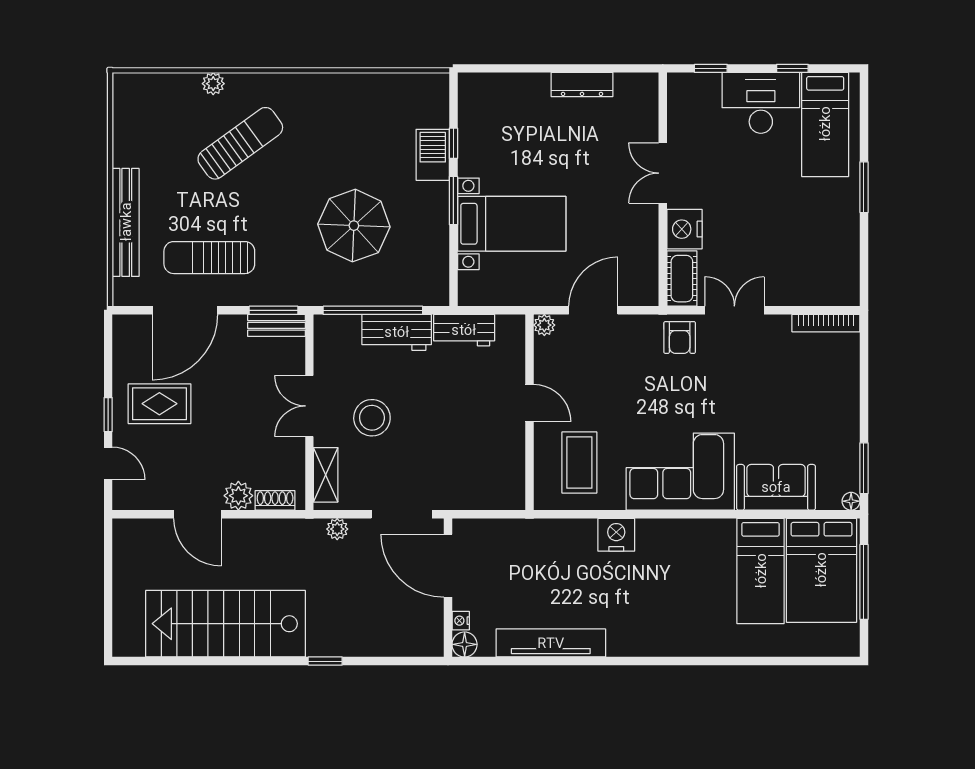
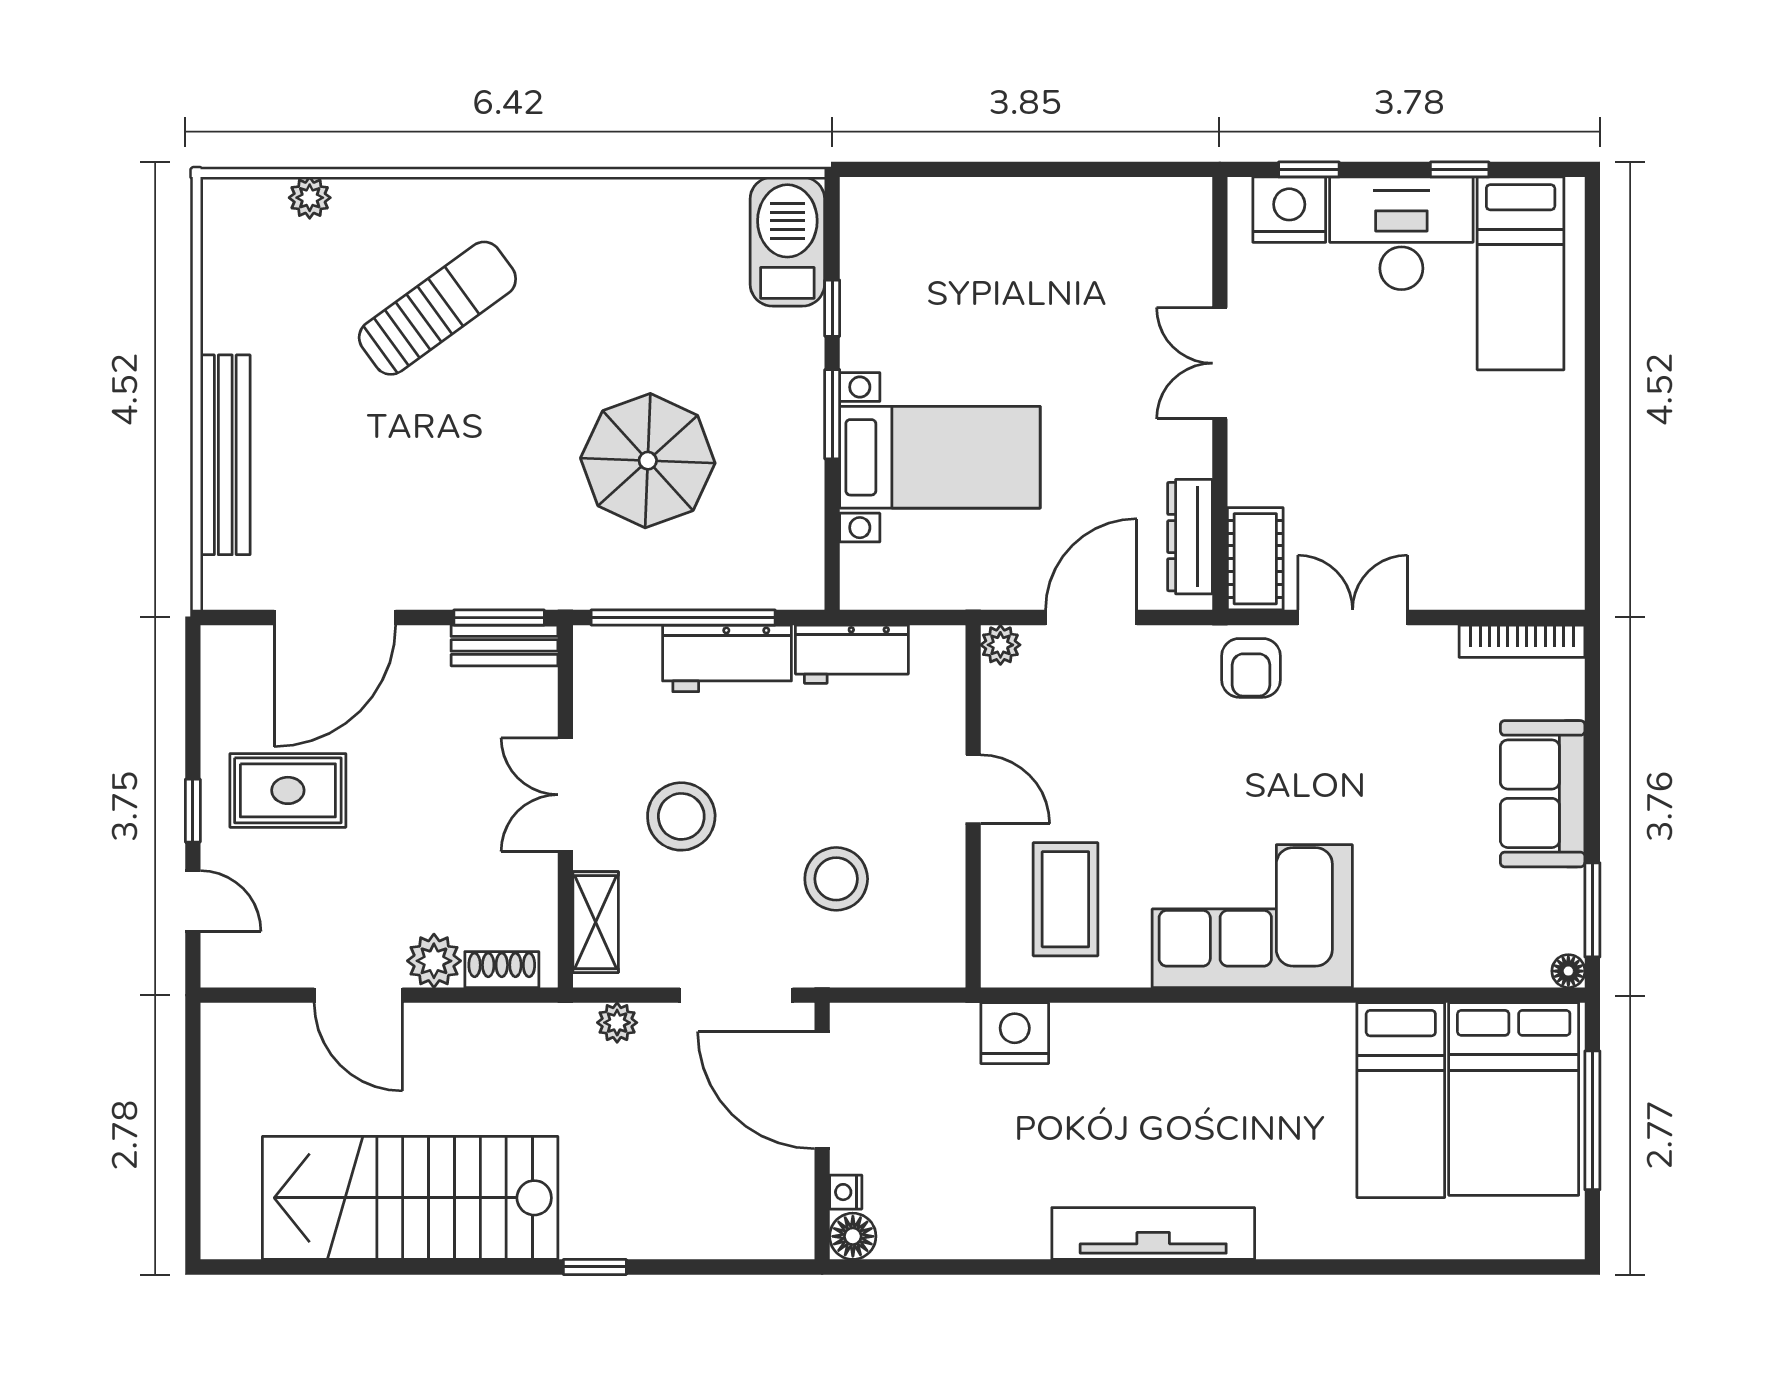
plant: (213, 84) -> (310, 198), moved
dresser: (582, 85) -> (1190, 537), moved, turned 90
barbecue: (433, 155) -> (787, 242), moved, width x1.37, depth x1.21
window: (864, 187) -> (1592, 389), removed
nightstand: (685, 229) -> (1289, 210), moved, turned 90
sun lounger: (209, 258) -> (380, 520), removed
stool: (456, 451) -> (836, 879), added
sofa: (776, 487) -> (1543, 794), moved, turned -90
nightstand: (616, 535) -> (1015, 1033), moved
tv unit: (551, 643) -> (1153, 1233), moved

